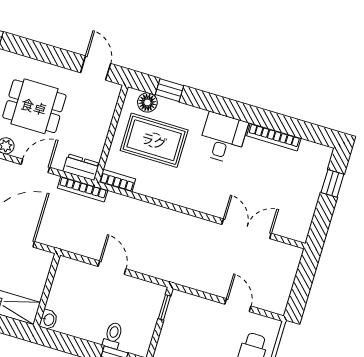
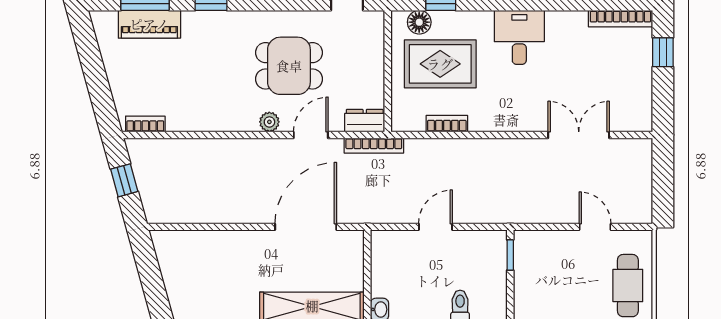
bookcase: (274, 137) -> (621, 19), moved
bookcase: (117, 181) -> (447, 124), moved
door: (112, 268) -> (435, 227), hinge flipped

